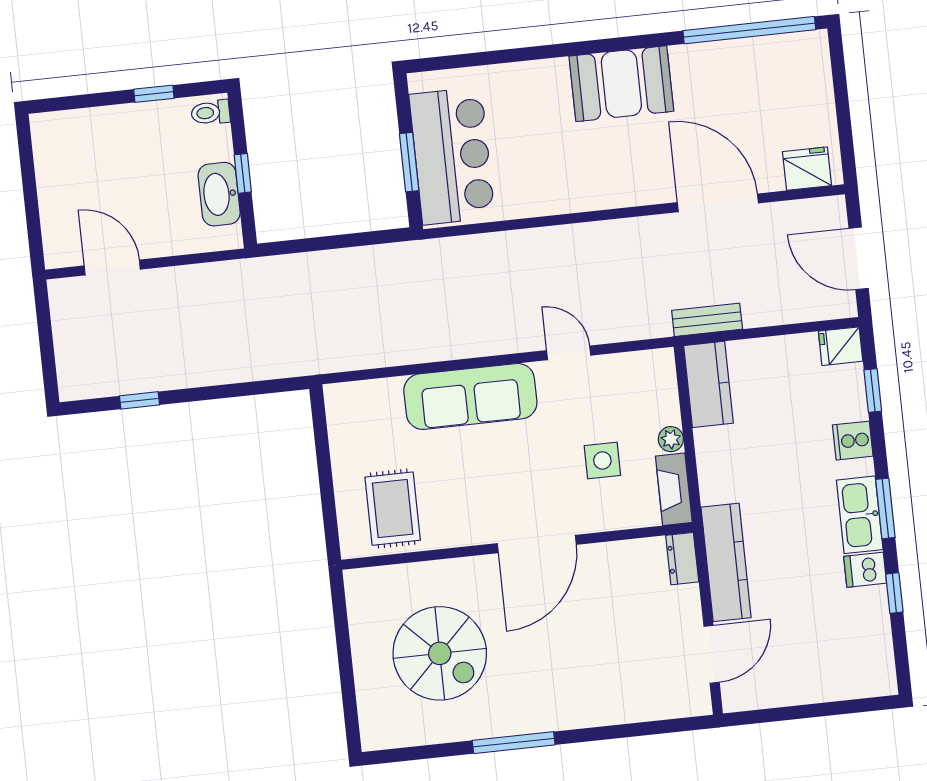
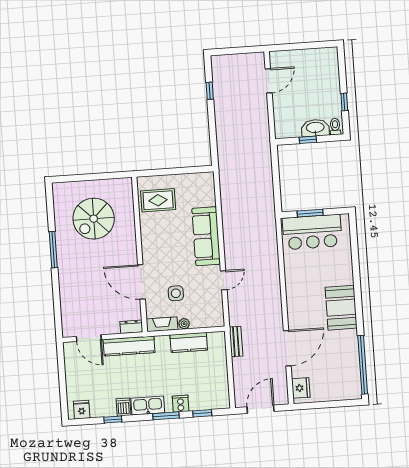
washbasin: (219, 194) -> (315, 128), moved
fridge: (841, 346) -> (82, 410), moved
kitchen counter: (708, 384) -> (189, 342), moved
window: (885, 508) -> (166, 416), moved
door: (537, 544) -> (141, 282), moved

